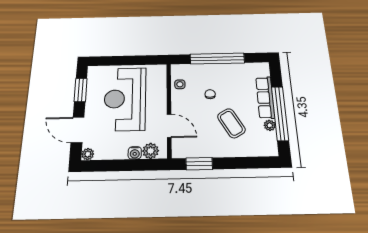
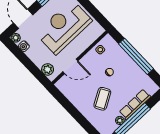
door: (169, 126) -> (70, 66), hinge flipped
water cooler: (135, 153) -> (24, 46), moved
window: (199, 164) -> (64, 101), removed

